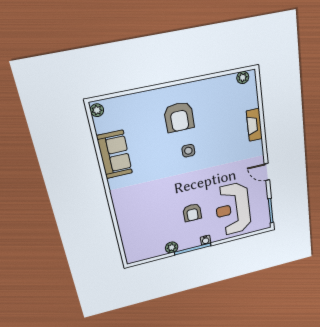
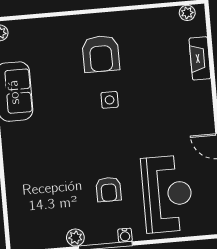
fireplace: (254, 125) -> (200, 58), moved
reception desk: (233, 209) -> (167, 194), turned 180

